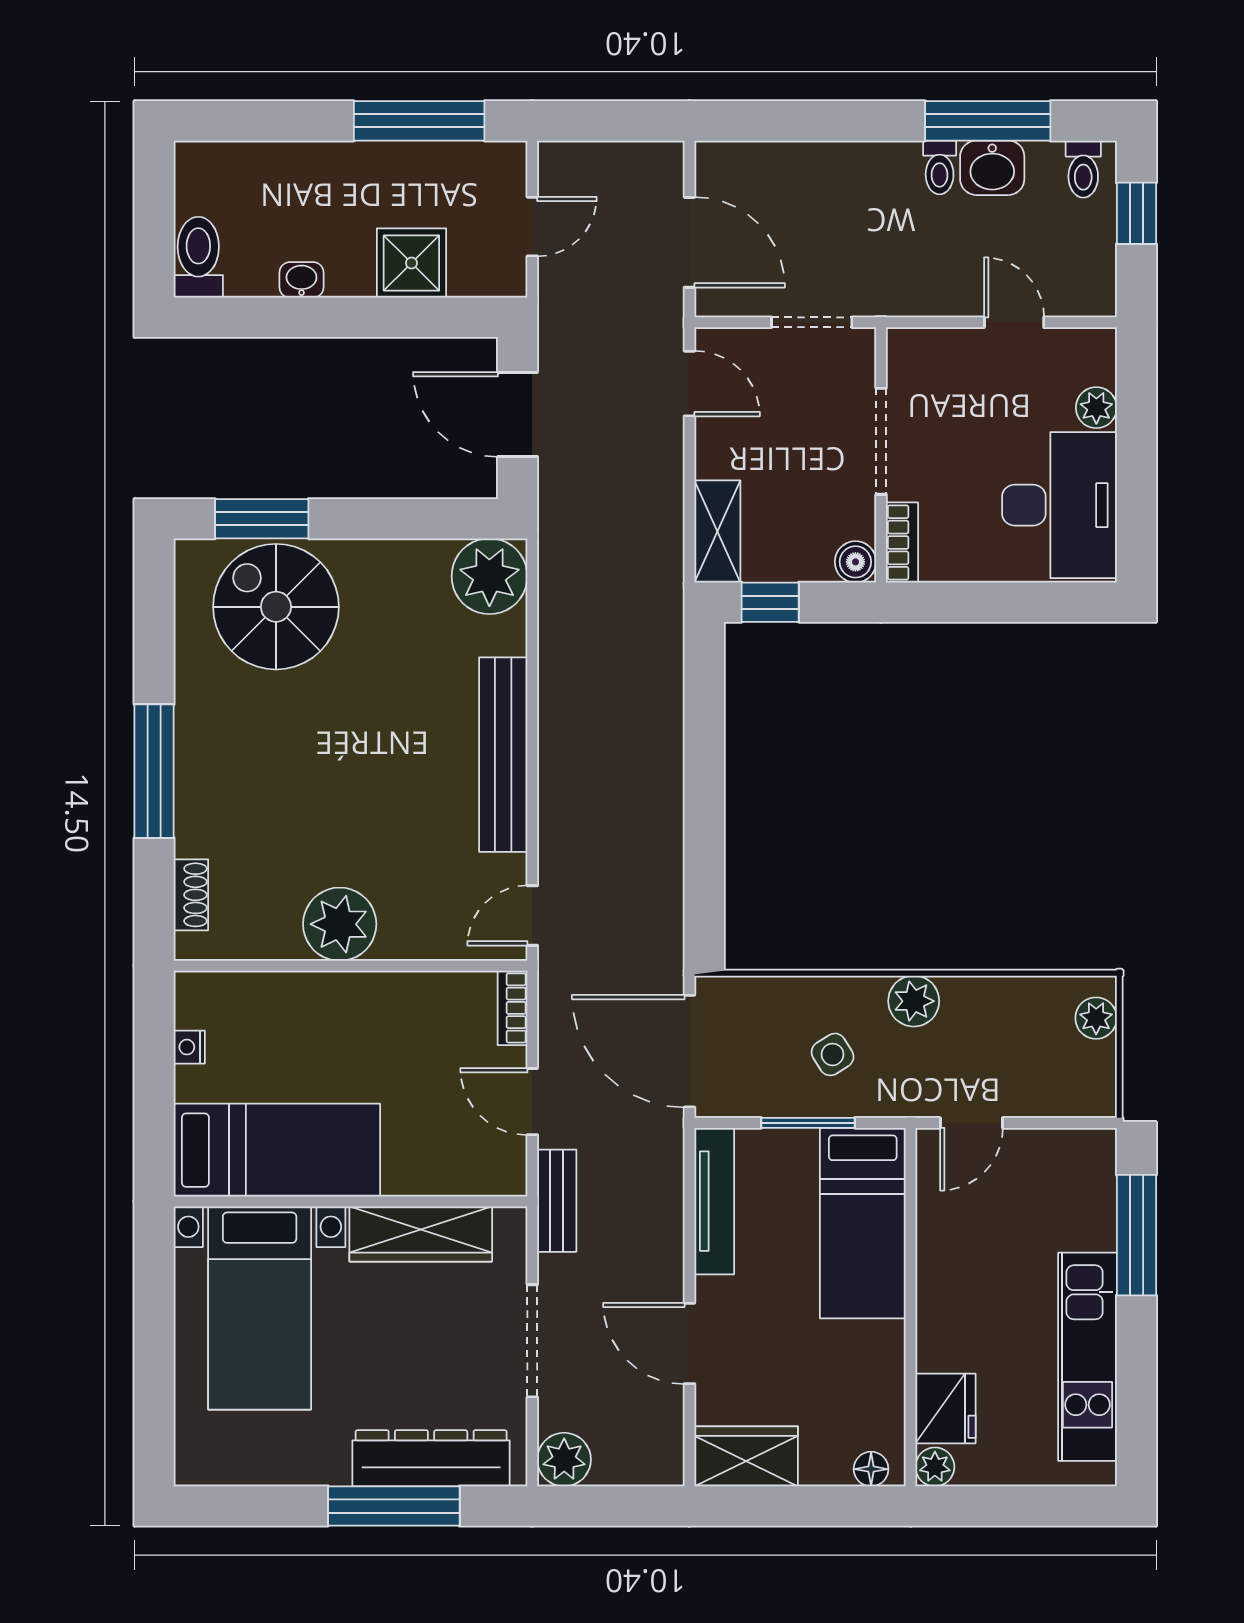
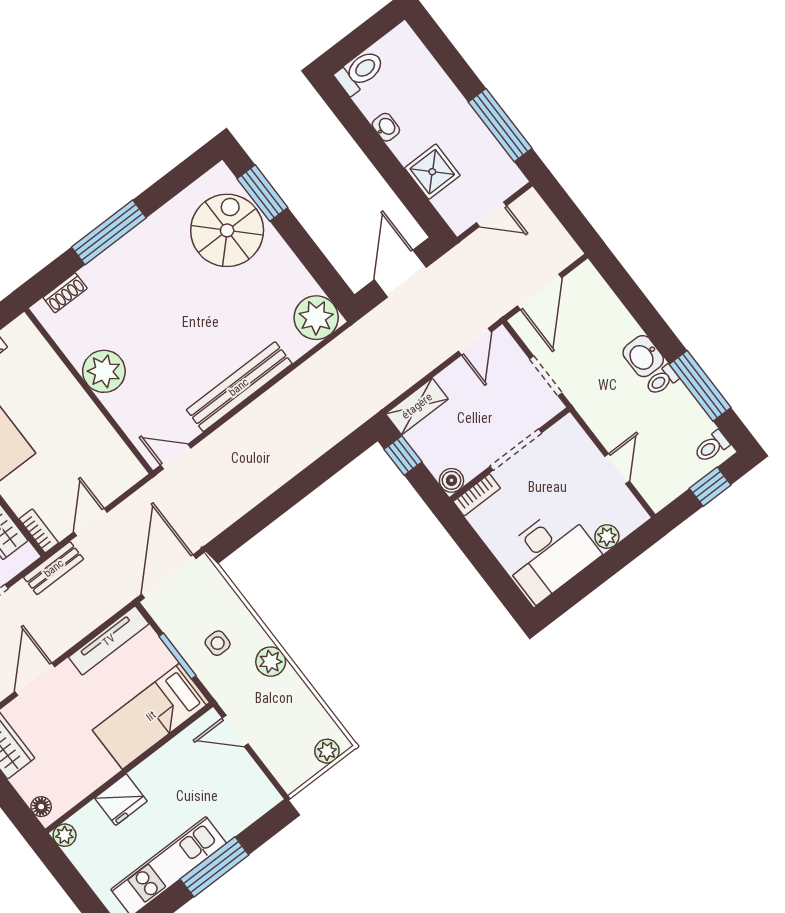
washbasin: (992, 168) -> (643, 356), moved
bookcase: (512, 1008) -> (39, 531), moved, turned 90
side table: (833, 1054) -> (218, 643), turned 32
window: (1136, 1235) -> (214, 867), moved
fridge: (946, 1409) -> (121, 800), moved

